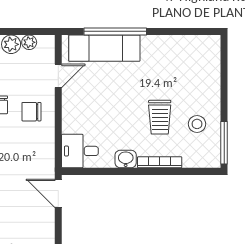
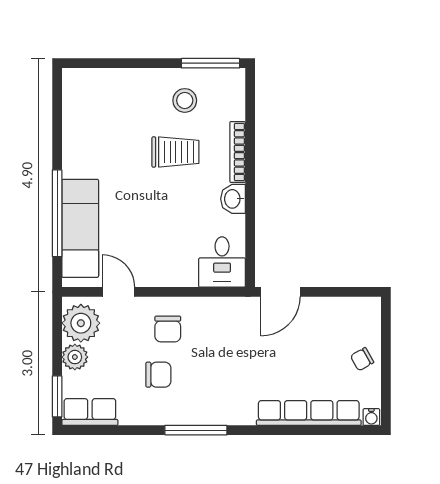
plant: (29, 42) -> (81, 323), width x1.87, depth x1.87

